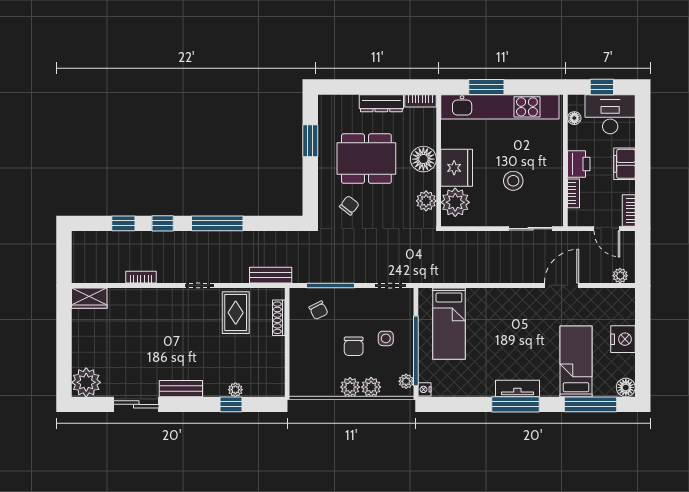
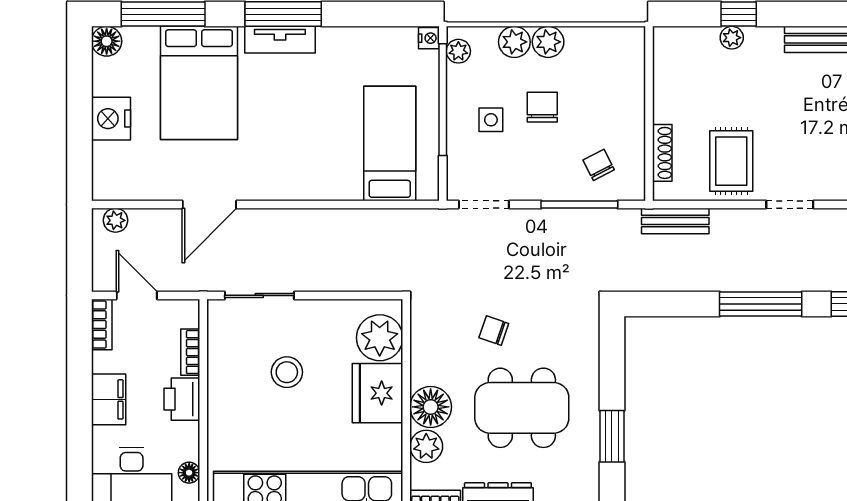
plant: (426, 201) -> (426, 446), moved
chair: (349, 205) -> (494, 331), moved, turned 71
bed: (576, 361) -> (199, 83), width x1.50

